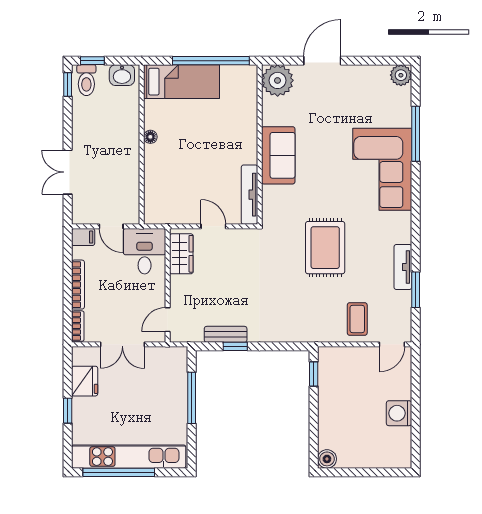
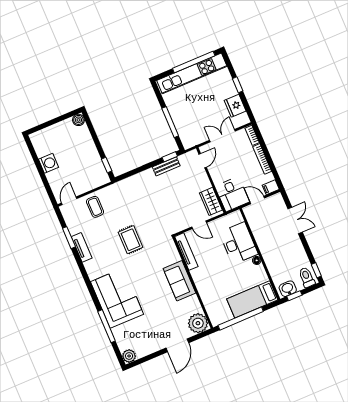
window: (92, 61) -> (294, 296), moved
desk: (166, 174) -> (239, 243), added
rug: (325, 248) -> (131, 240), width x0.73, depth x0.70
window: (235, 346) -> (170, 157), moved

